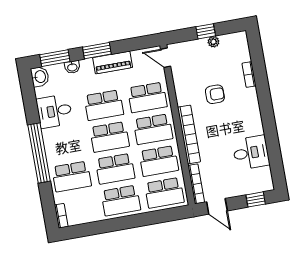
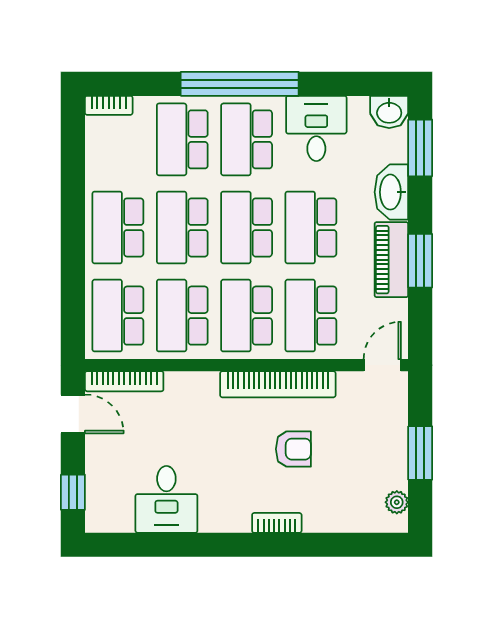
window: (206, 31) -> (420, 453), width x1.50
plant: (214, 42) -> (397, 502), moved
window: (97, 51) -> (420, 261), moved
washbasin: (72, 67) -> (391, 192), width x1.91, depth x1.45
bookcase: (249, 75) -> (277, 523), moved
armchair: (215, 94) -> (293, 449), turned -90
bookcase: (189, 135) -> (278, 384), moved
school desk: (66, 145) -> (247, 139), added
door: (217, 206) -> (73, 414), swing flipped

